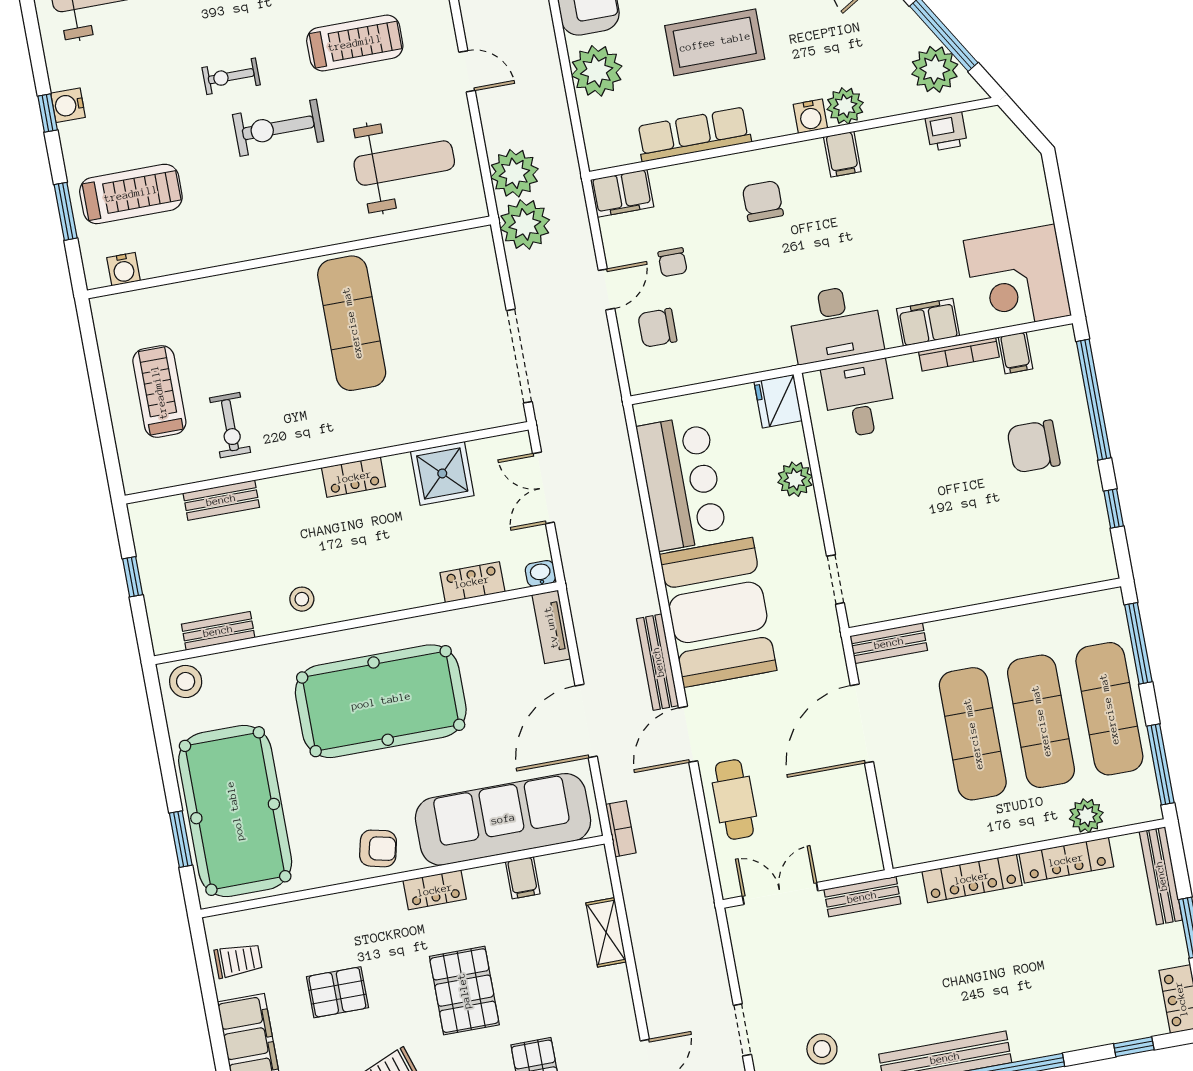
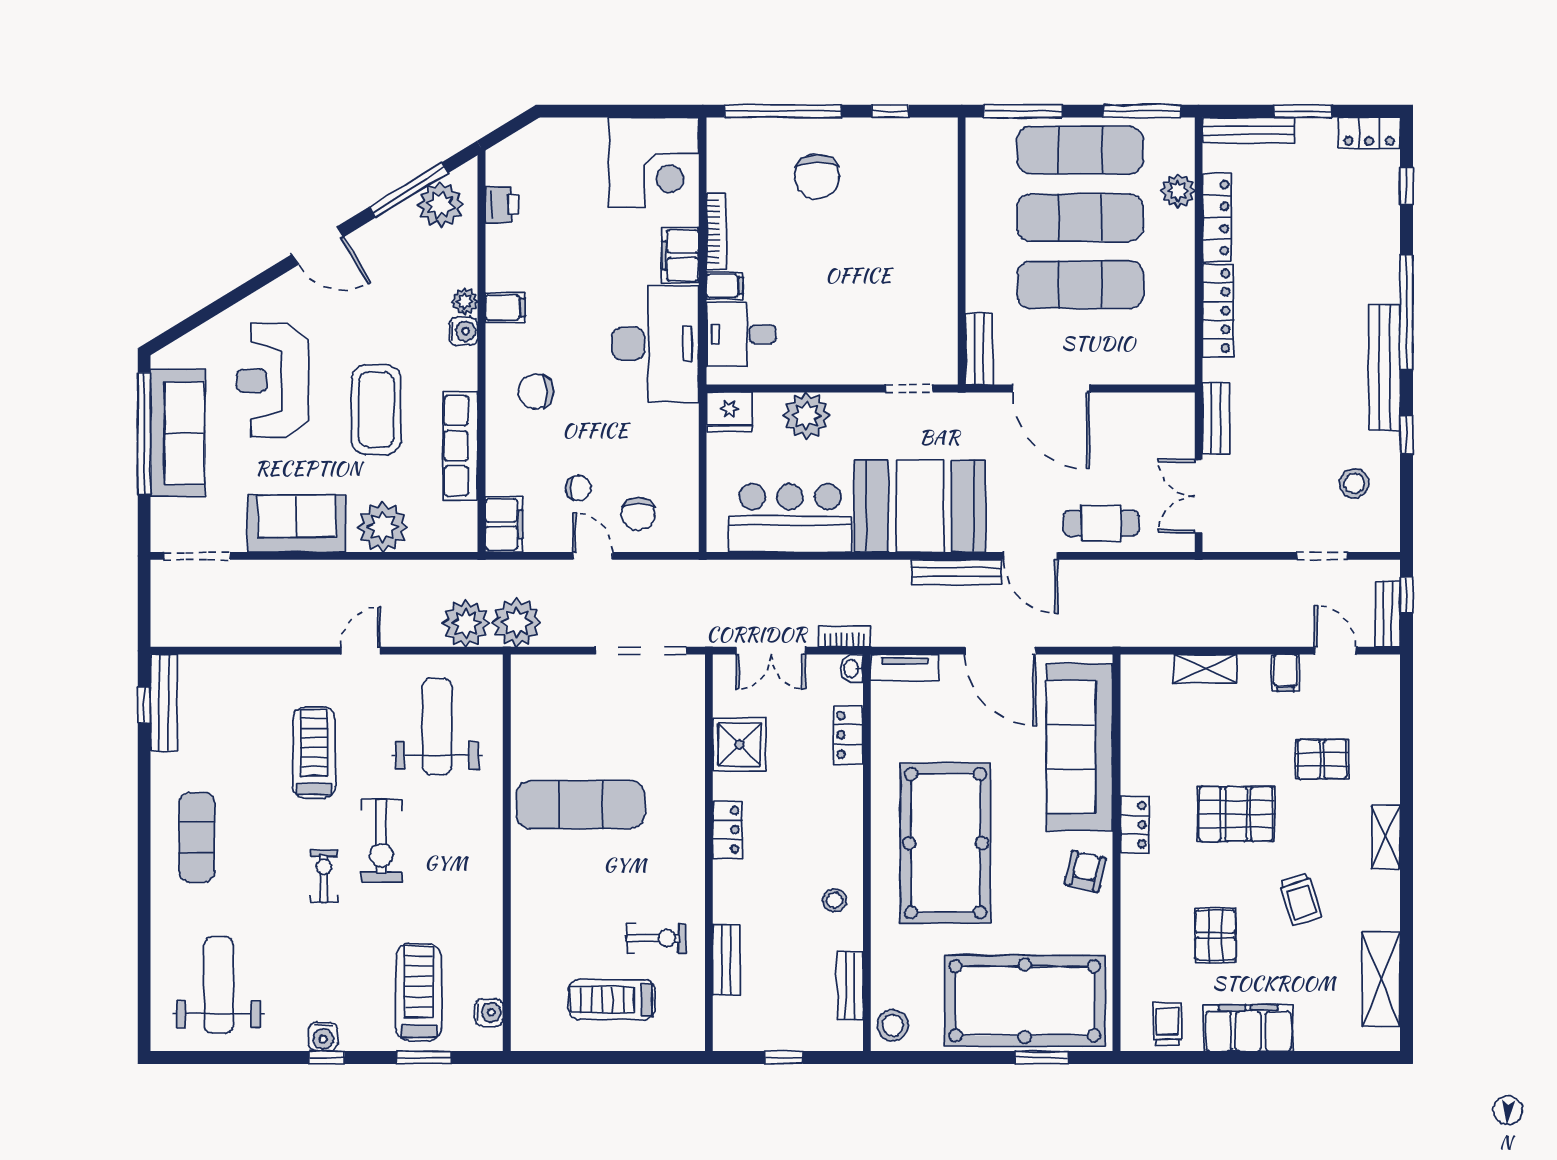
exercise bike: (231, 76) -> (324, 876), turned 180
plant: (845, 106) -> (465, 301), width x0.73, depth x0.73
desk: (835, 324) -> (655, 344), width x1.36, depth x1.30
filing cabinet: (1016, 353) -> (725, 286), moved
plant: (795, 479) -> (807, 416), width x1.36, depth x1.36
bookcase: (621, 829) -> (845, 637), moved
filing cabinet: (523, 878) -> (1285, 673), moved, turned 90

